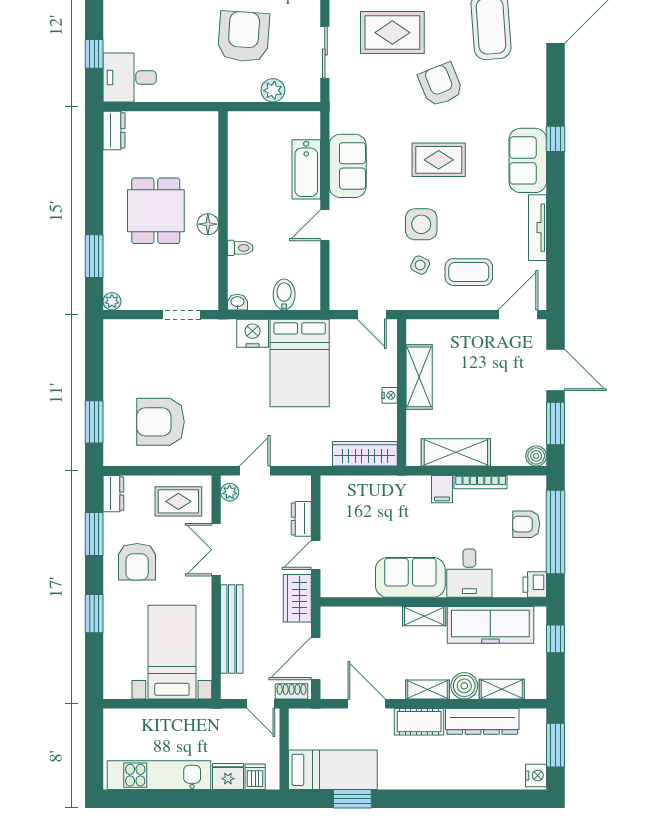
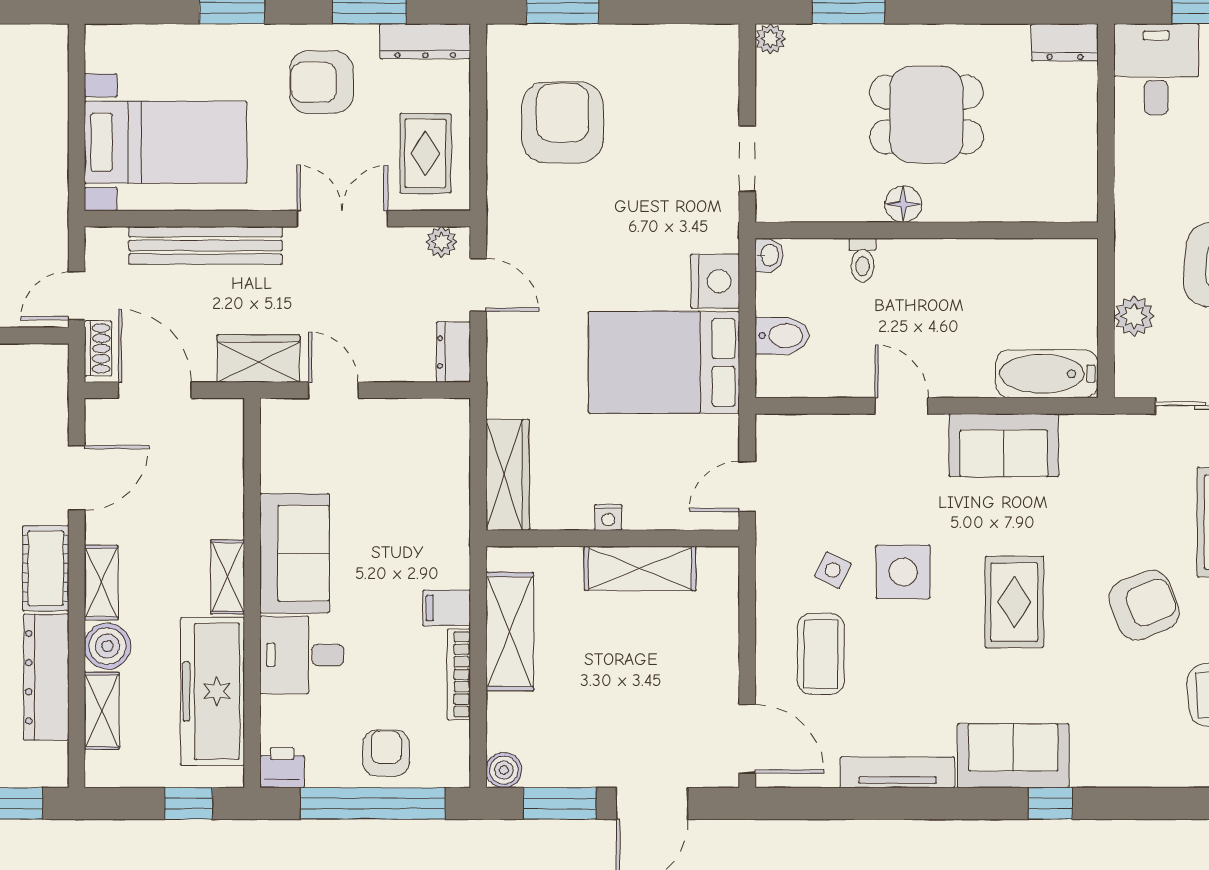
bathtub: (306, 169) -> (1047, 374), moved
dresser: (113, 494) -> (425, 41), width x1.44
dresser: (301, 519) -> (453, 352), moved, turned -90

